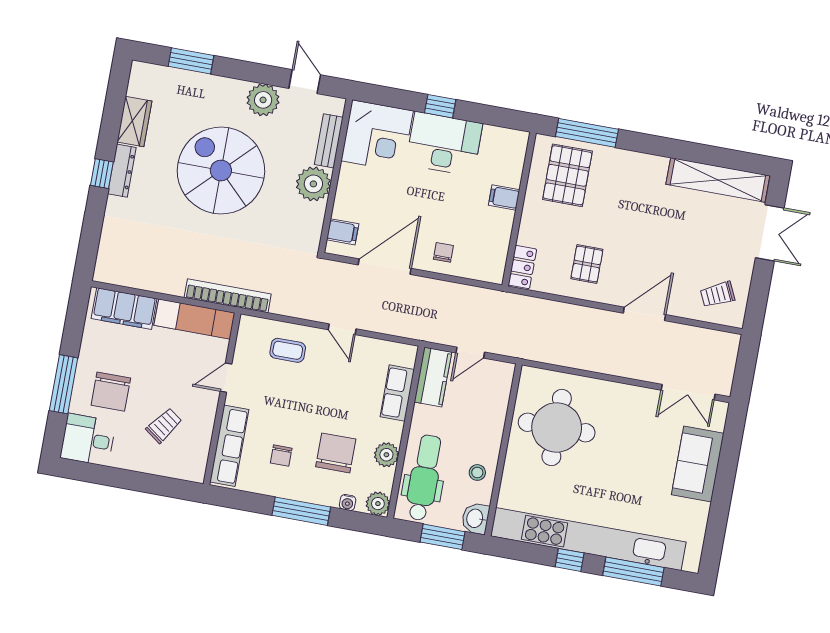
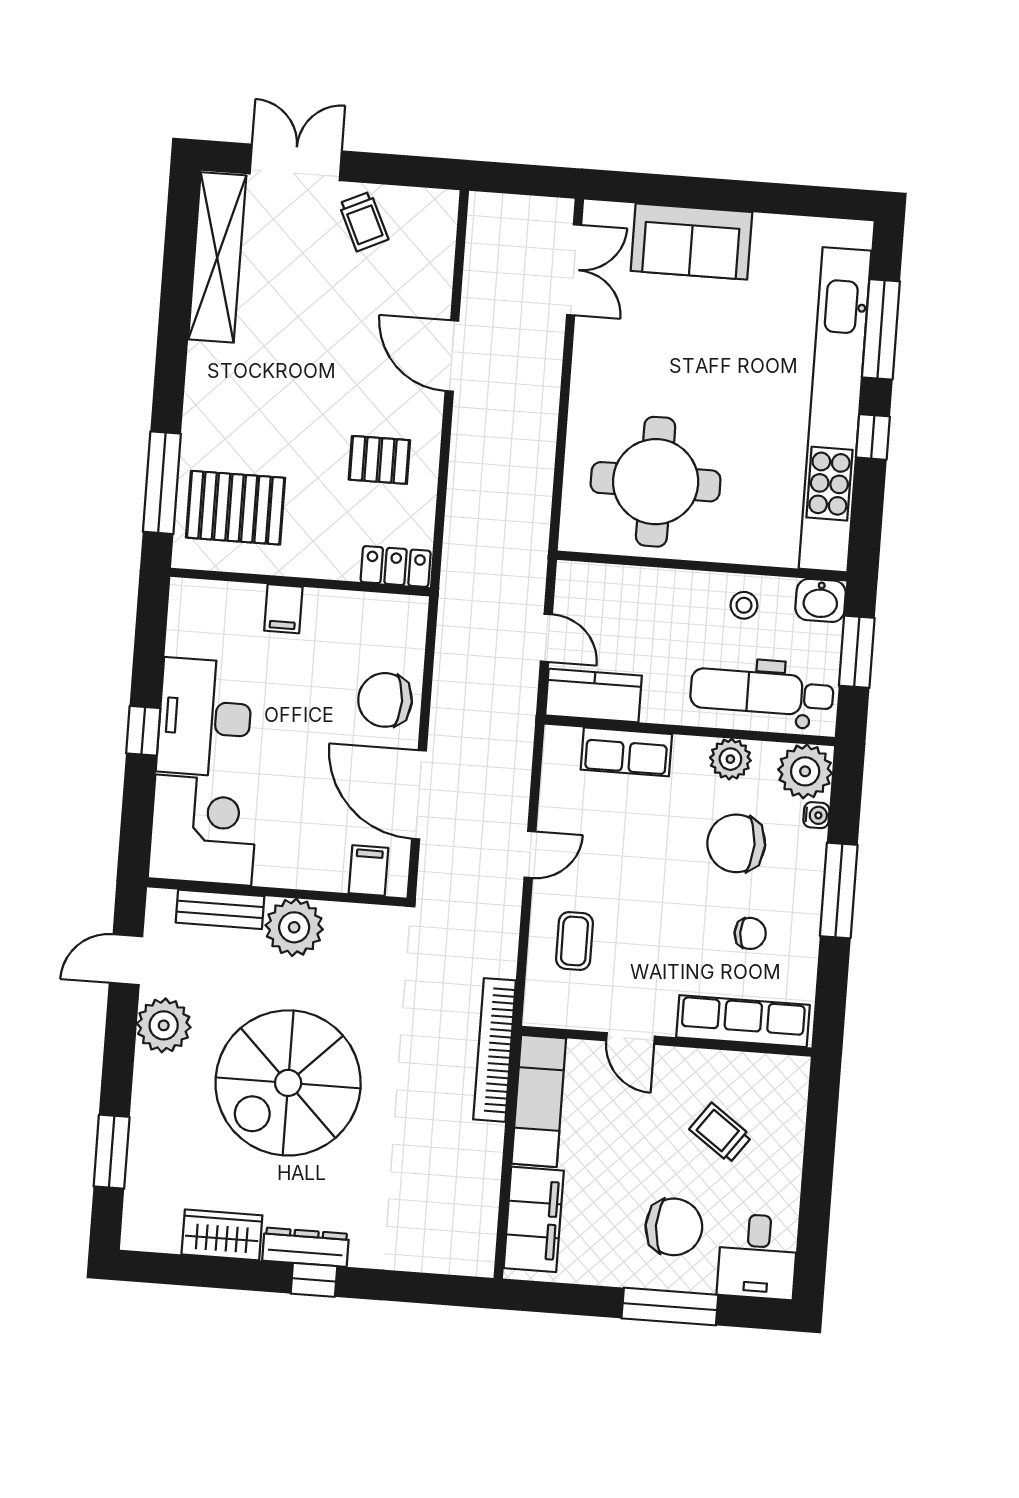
chair: (443, 252) -> (385, 700), width x1.87, depth x1.87
trolley: (718, 294) -> (364, 221), moved
plant: (378, 504) -> (805, 771), width x1.36, depth x1.36

